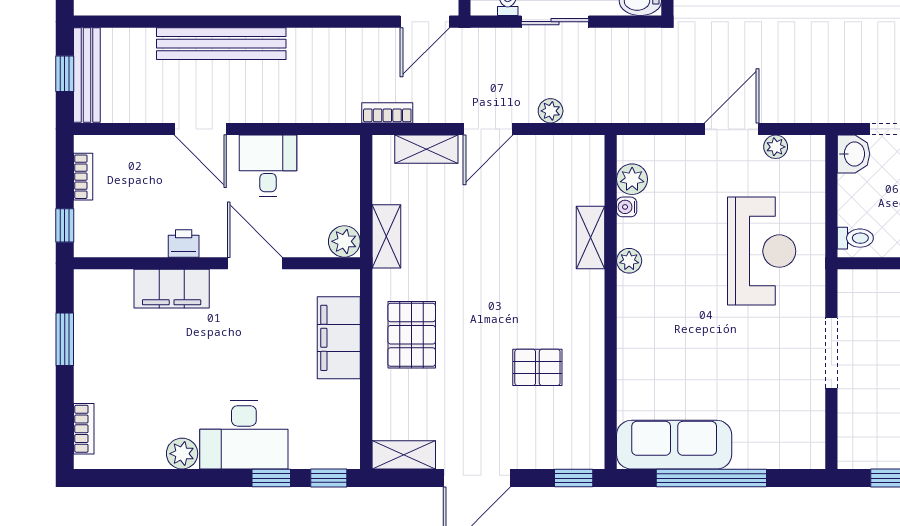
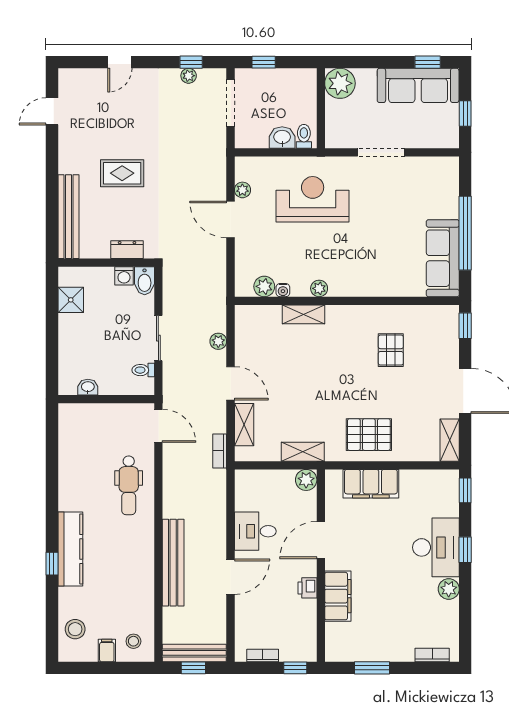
washbasin: (853, 154) -> (282, 138), moved
window: (271, 478) -> (465, 550), moved

